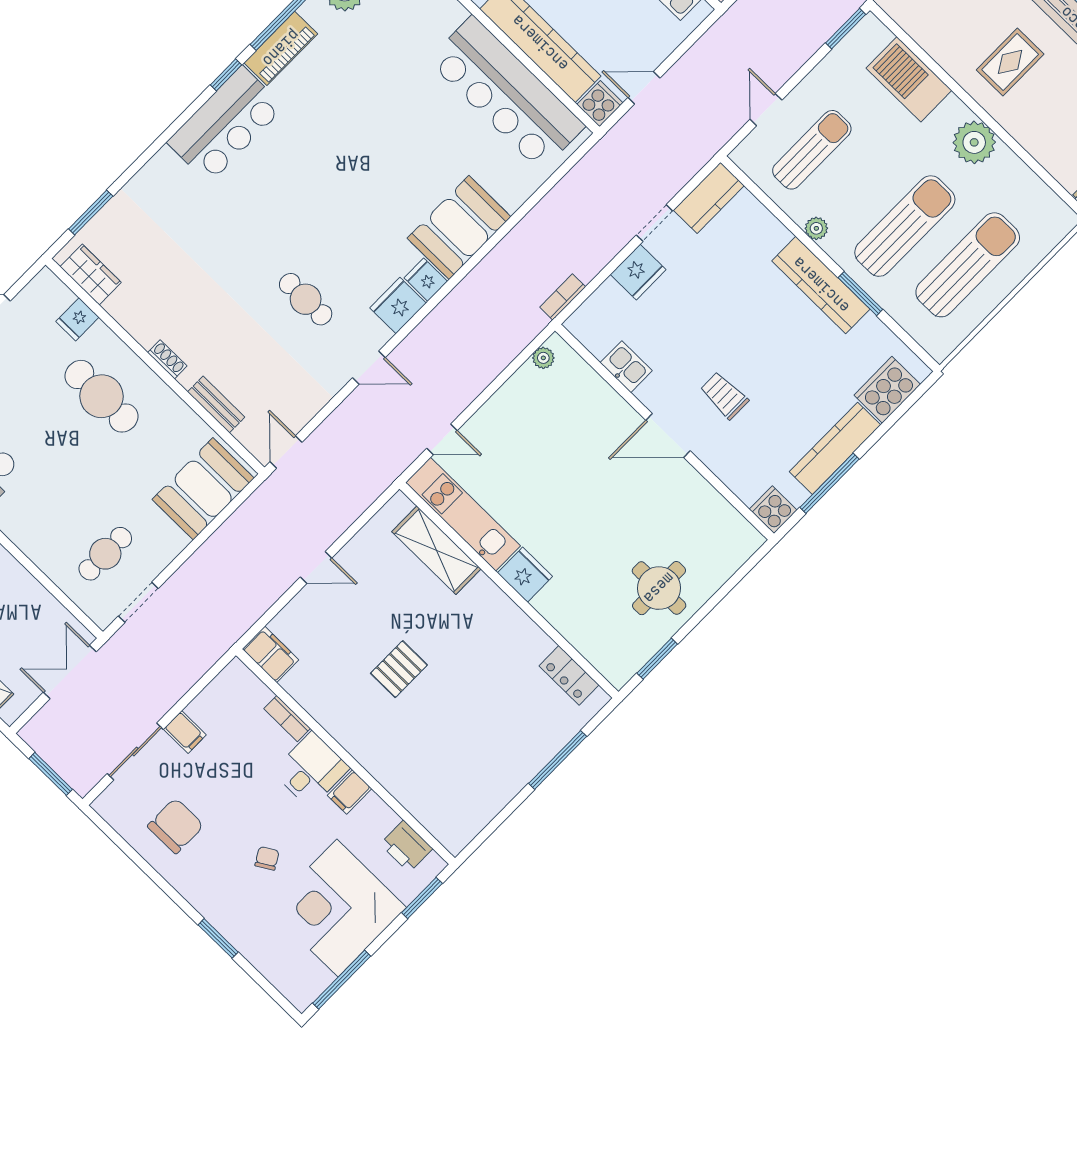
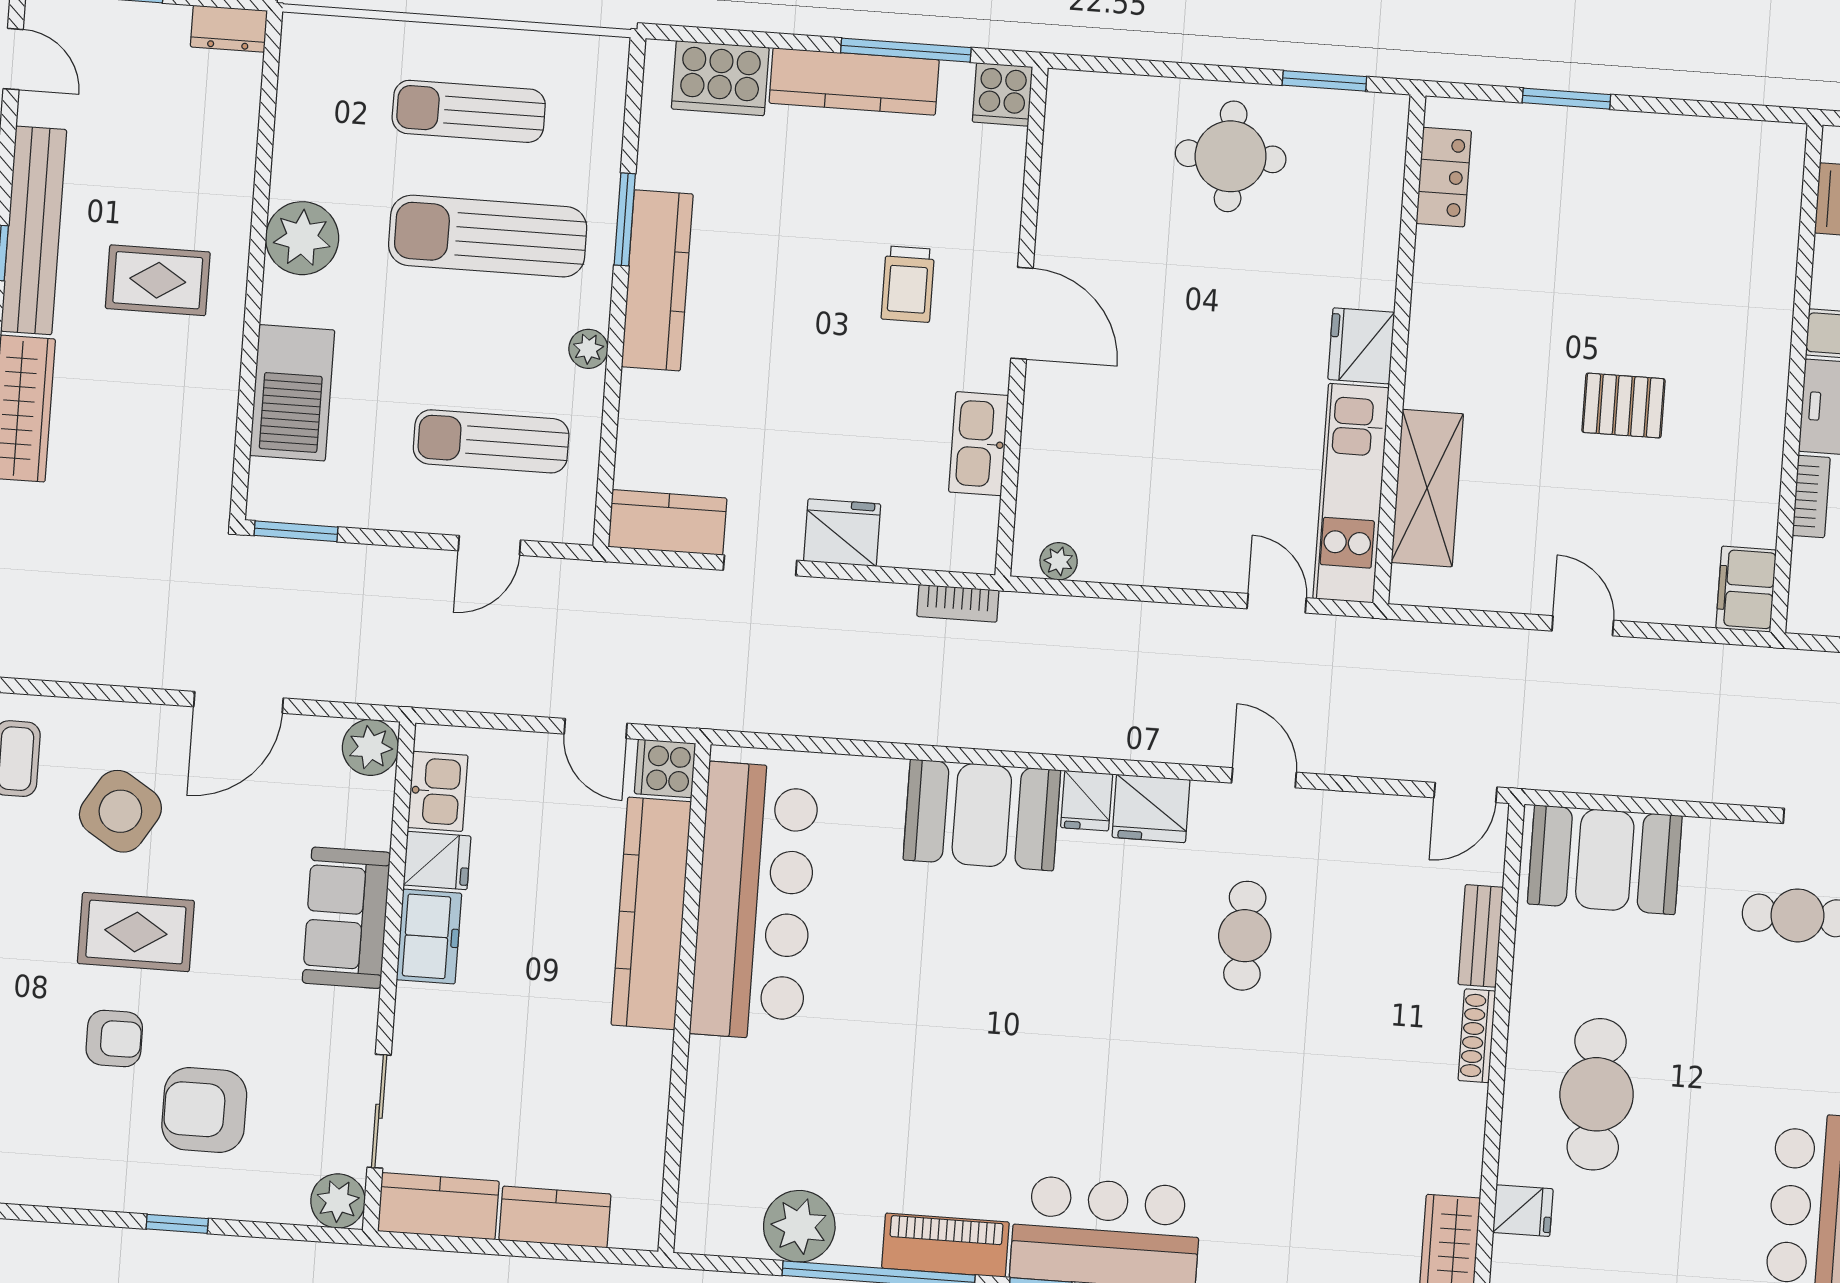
sun lounger: (968, 265) -> (469, 111), width x0.73, depth x0.75
shoe rack: (167, 359) -> (1477, 1036), width x1.43
kitchen sink: (626, 367) -> (979, 444), width x1.38
window: (558, 760) -> (1566, 99), width x0.69

